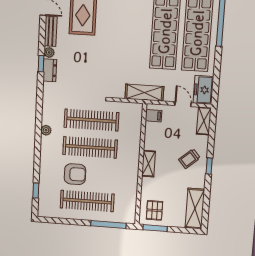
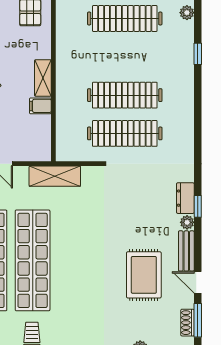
filing cabinet: (153, 116) -> (40, 106), moved
plant: (46, 130) -> (187, 13), moved
armchair: (75, 174) -> (144, 56), removed
window: (36, 191) -> (198, 54), moved

